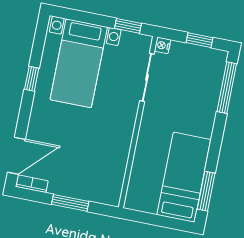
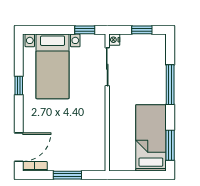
window: (227, 88) -> (170, 85), moved

